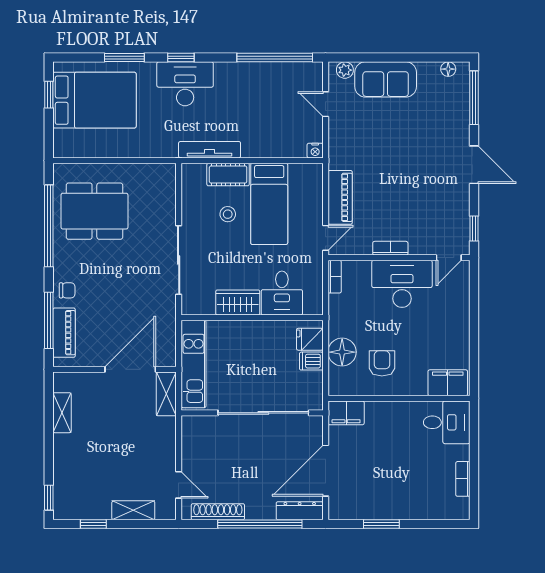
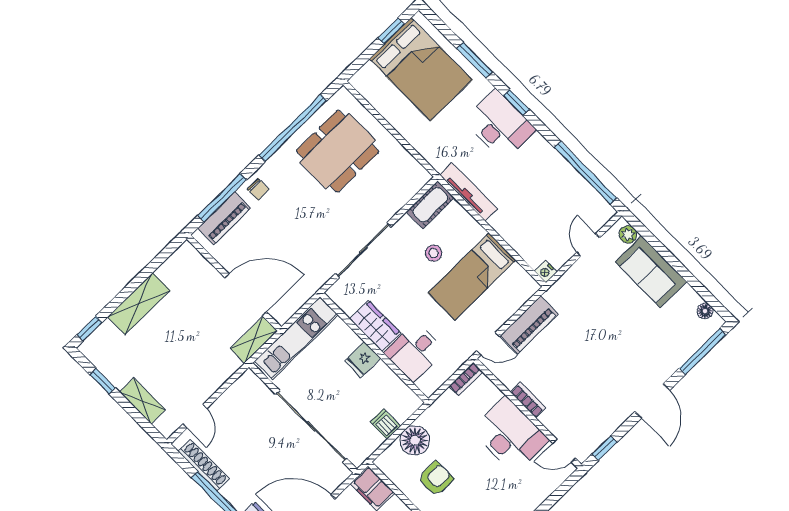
cot: (228, 174) -> (430, 205), moved, turned 90
dining table: (94, 211) -> (338, 151), turned 90
fridge: (310, 339) -> (363, 360), moved, turned -90
shelving: (62, 413) -> (139, 304), moved, width x1.50, depth x1.33

